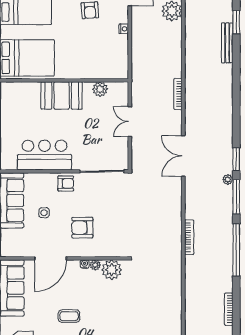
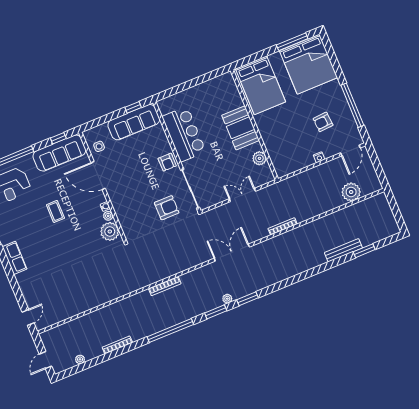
window: (236, 197) -> (216, 312), width x0.69
side table: (44, 213) -> (99, 146), moved
armchair: (82, 228) -> (167, 208), moved, turned 90

